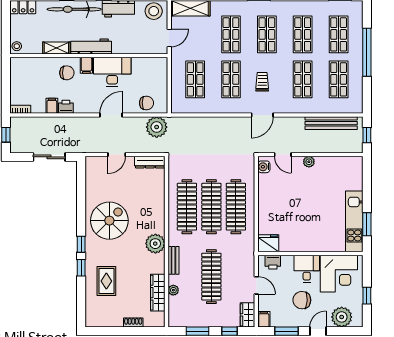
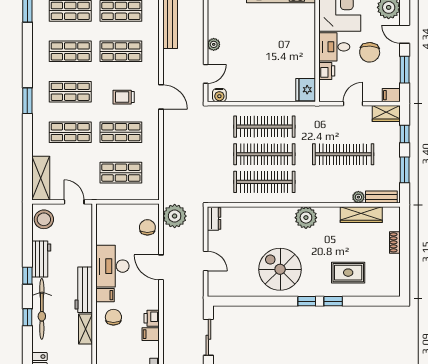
dresser: (150, 162) -> (214, 218), width x0.70
bench: (173, 260) -> (381, 197), moved
printer: (273, 262) -> (327, 71), moved

